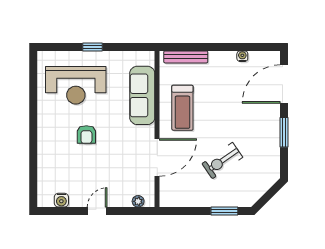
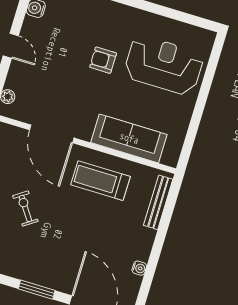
window: (93, 47) -> (202, 98), removed
reception desk: (76, 85) -> (164, 65), turned 90
exercise bike: (222, 161) -> (25, 208), width x0.73, depth x0.72

